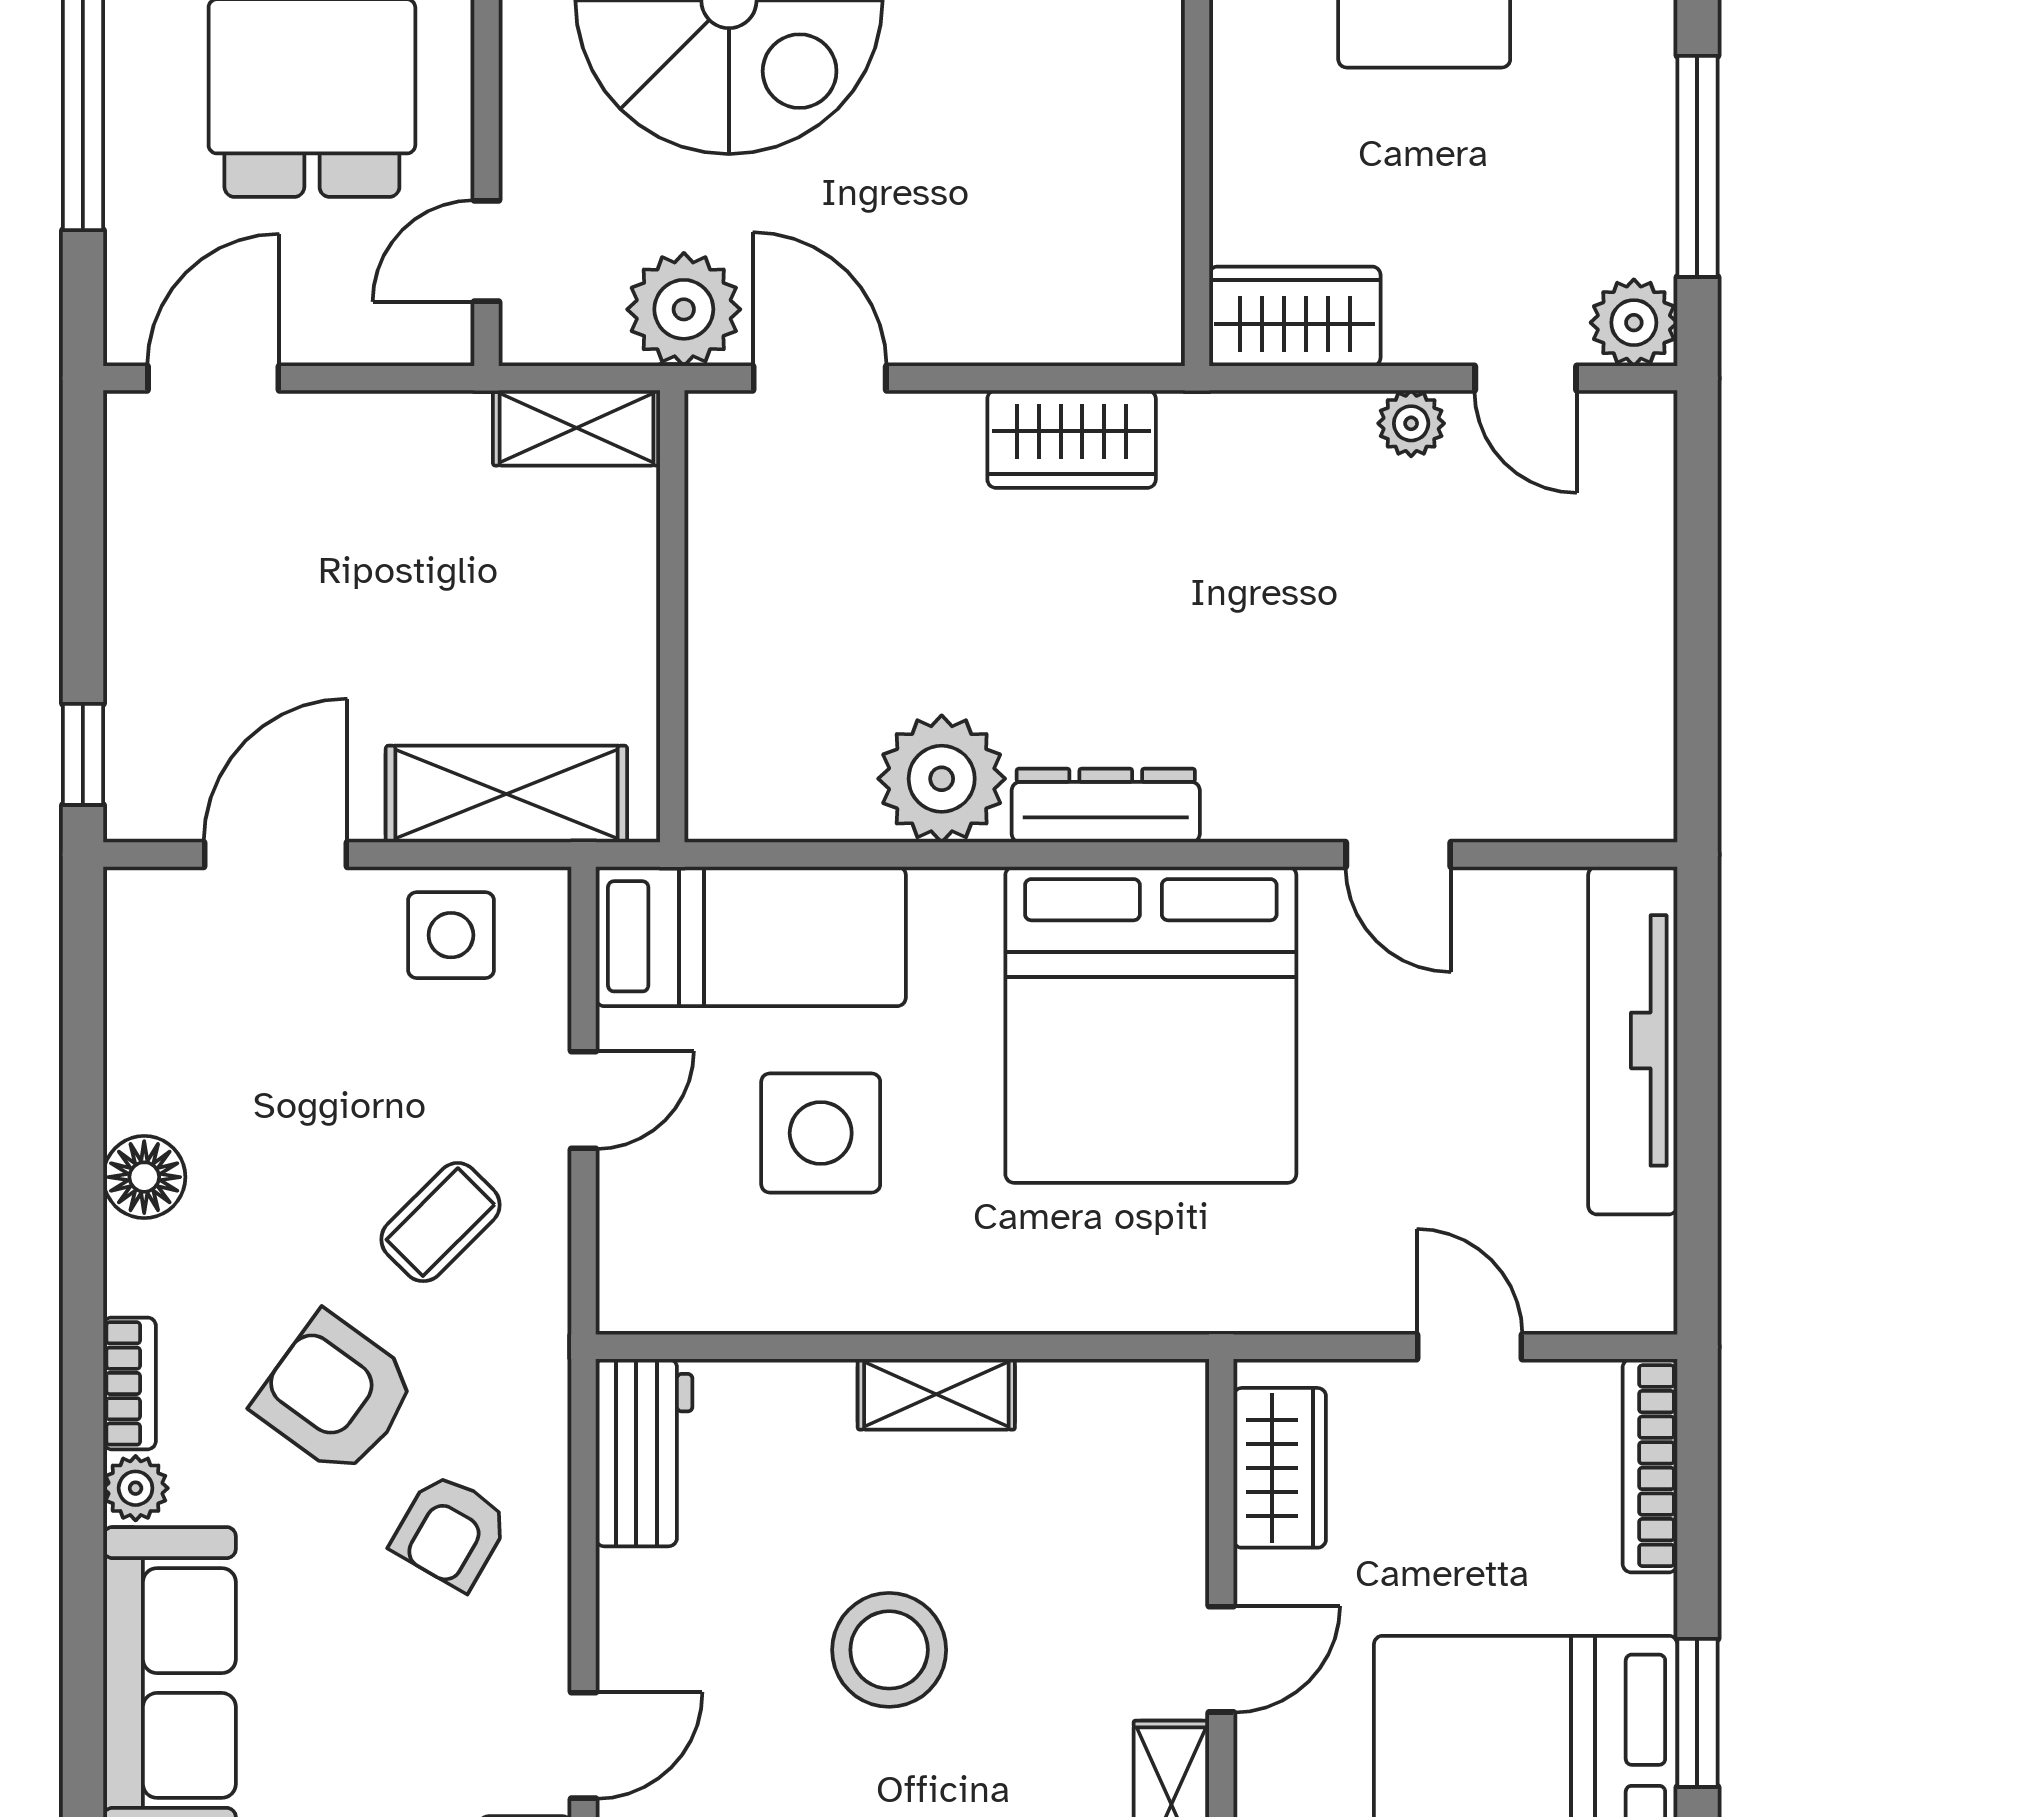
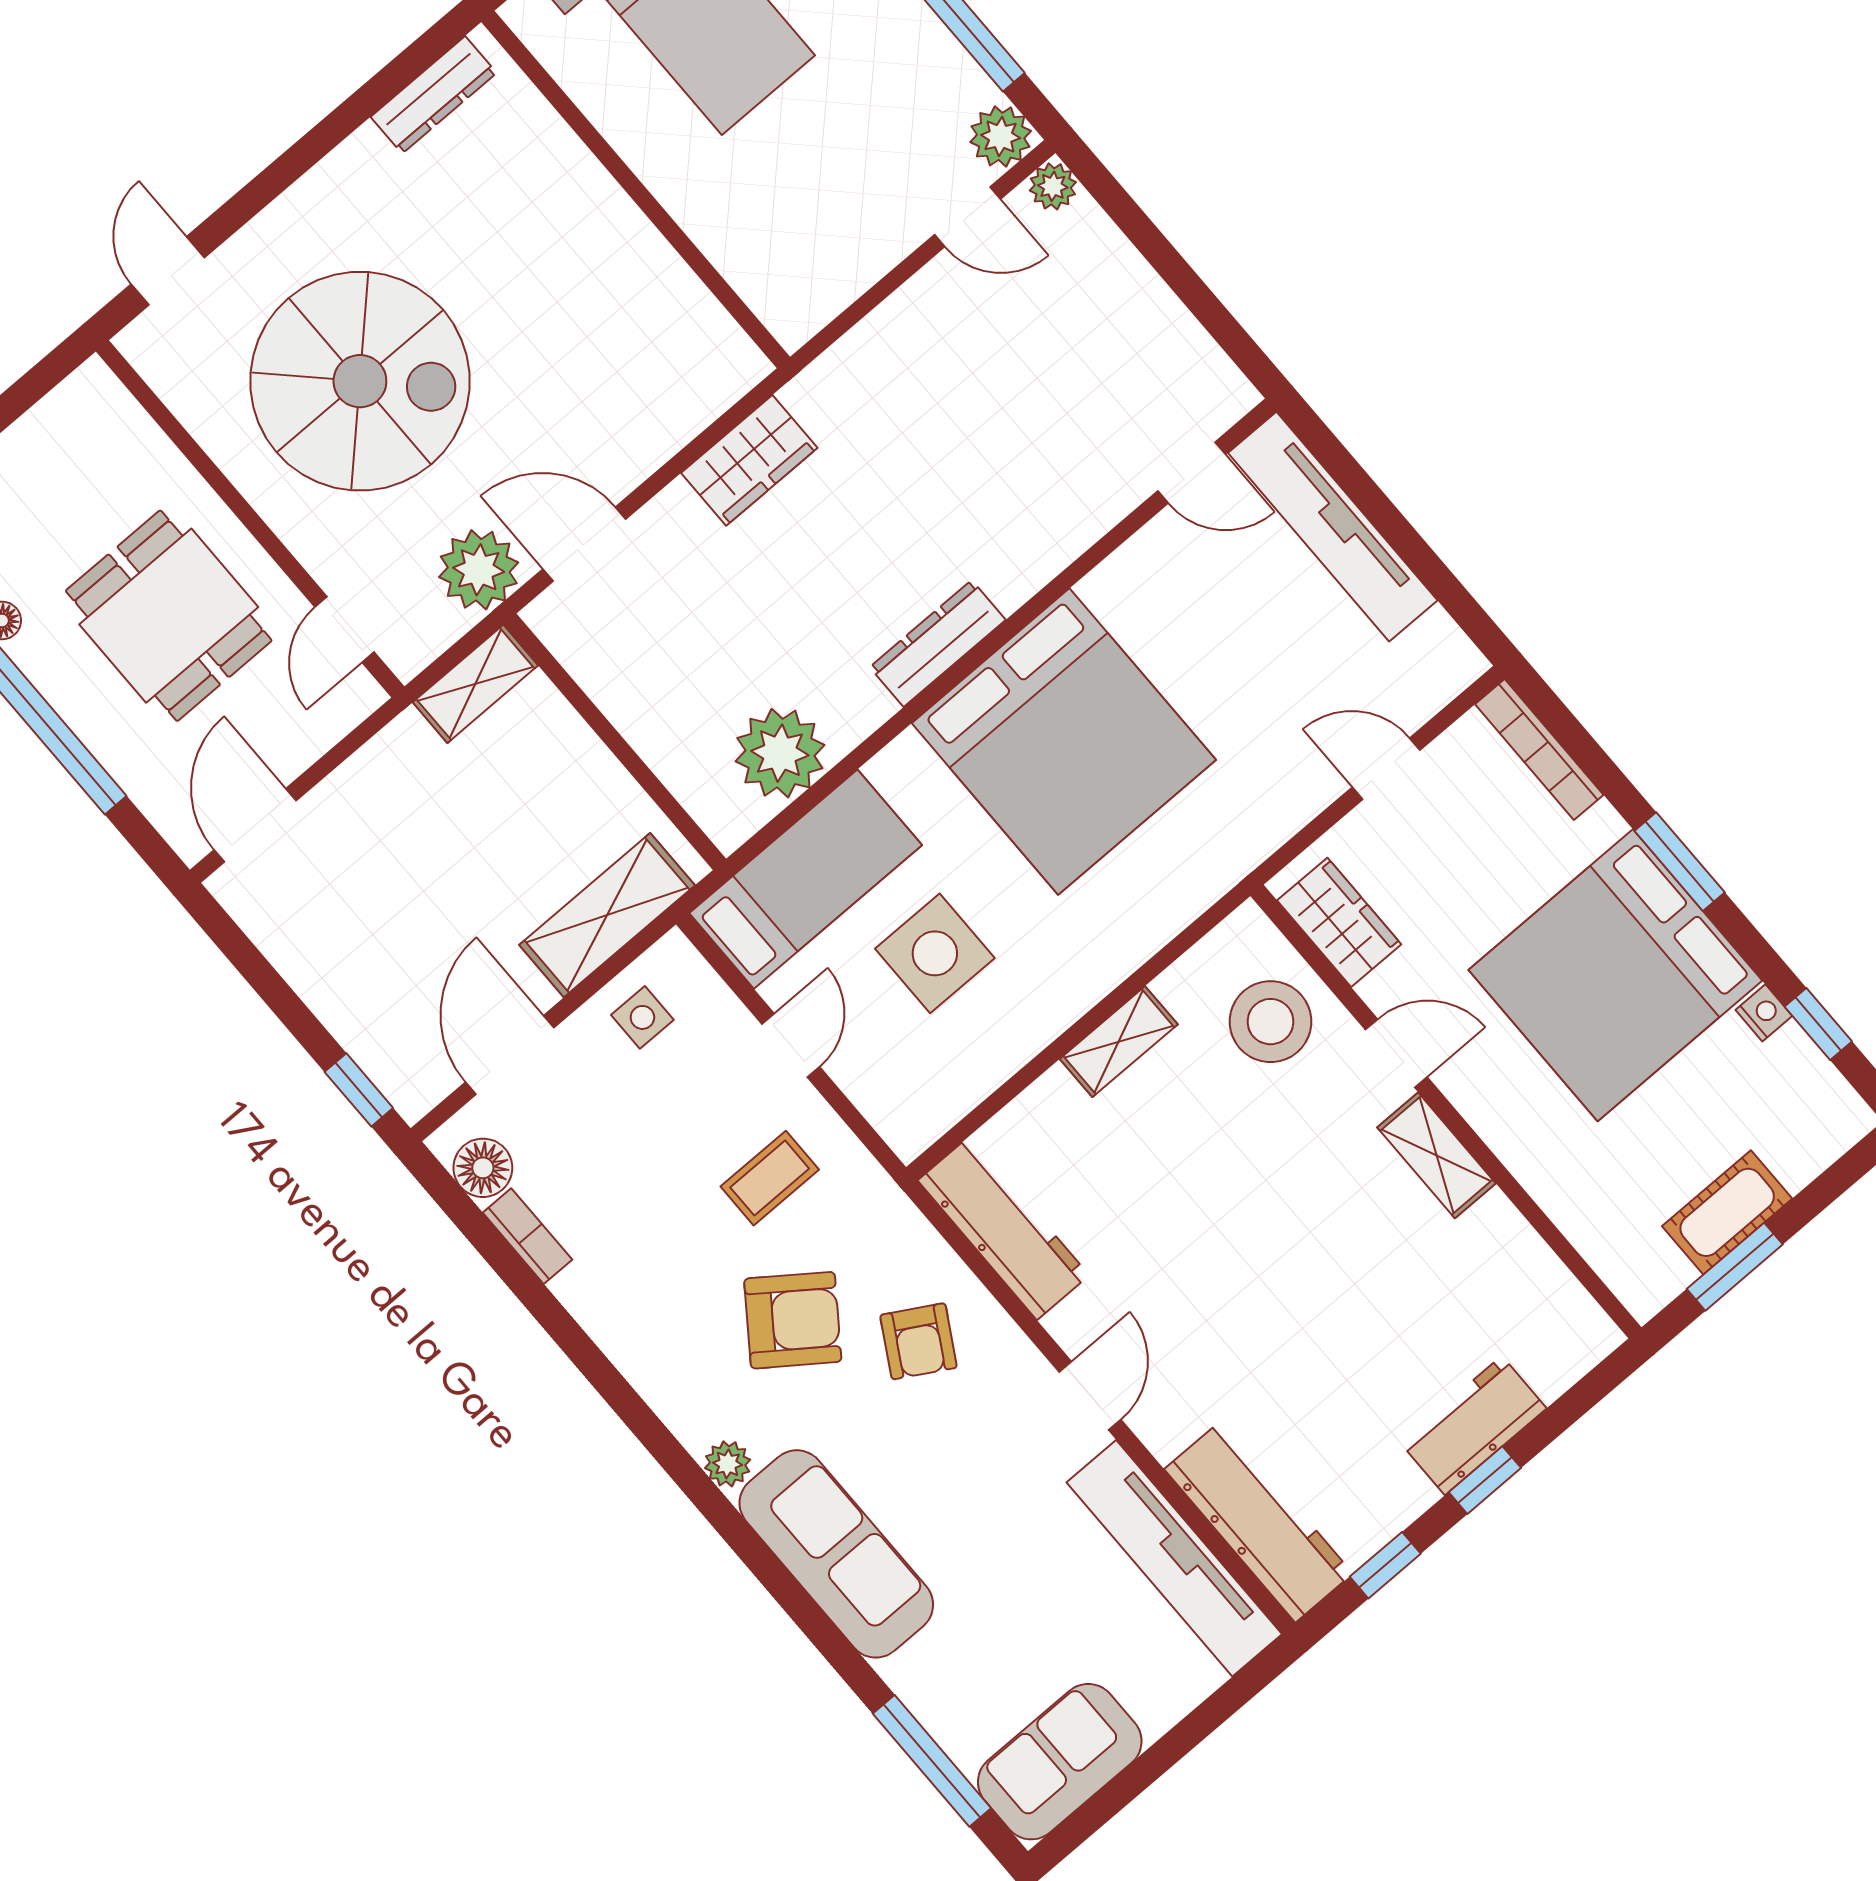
wardrobe: (1295, 316) -> (814, 290), removed
plant: (1411, 423) -> (1053, 186), moved
plant: (942, 779) -> (780, 753), moved
door: (1398, 854) -> (1192, 473), moved
side table: (451, 935) -> (642, 1017), width x0.73, depth x0.73
floor lamp: (144, 1177) -> (483, 1168), moved
coffee table: (440, 1222) -> (770, 1178), turned 45
bookcase: (130, 1383) -> (527, 1236), moved
armchair: (336, 1394) -> (793, 1320), turned 180
workbench: (644, 1453) -> (1003, 1228), width x1.37
stool: (889, 1650) -> (1271, 1022), moved
door: (1221, 1659) -> (1396, 1053), hinge flipped

